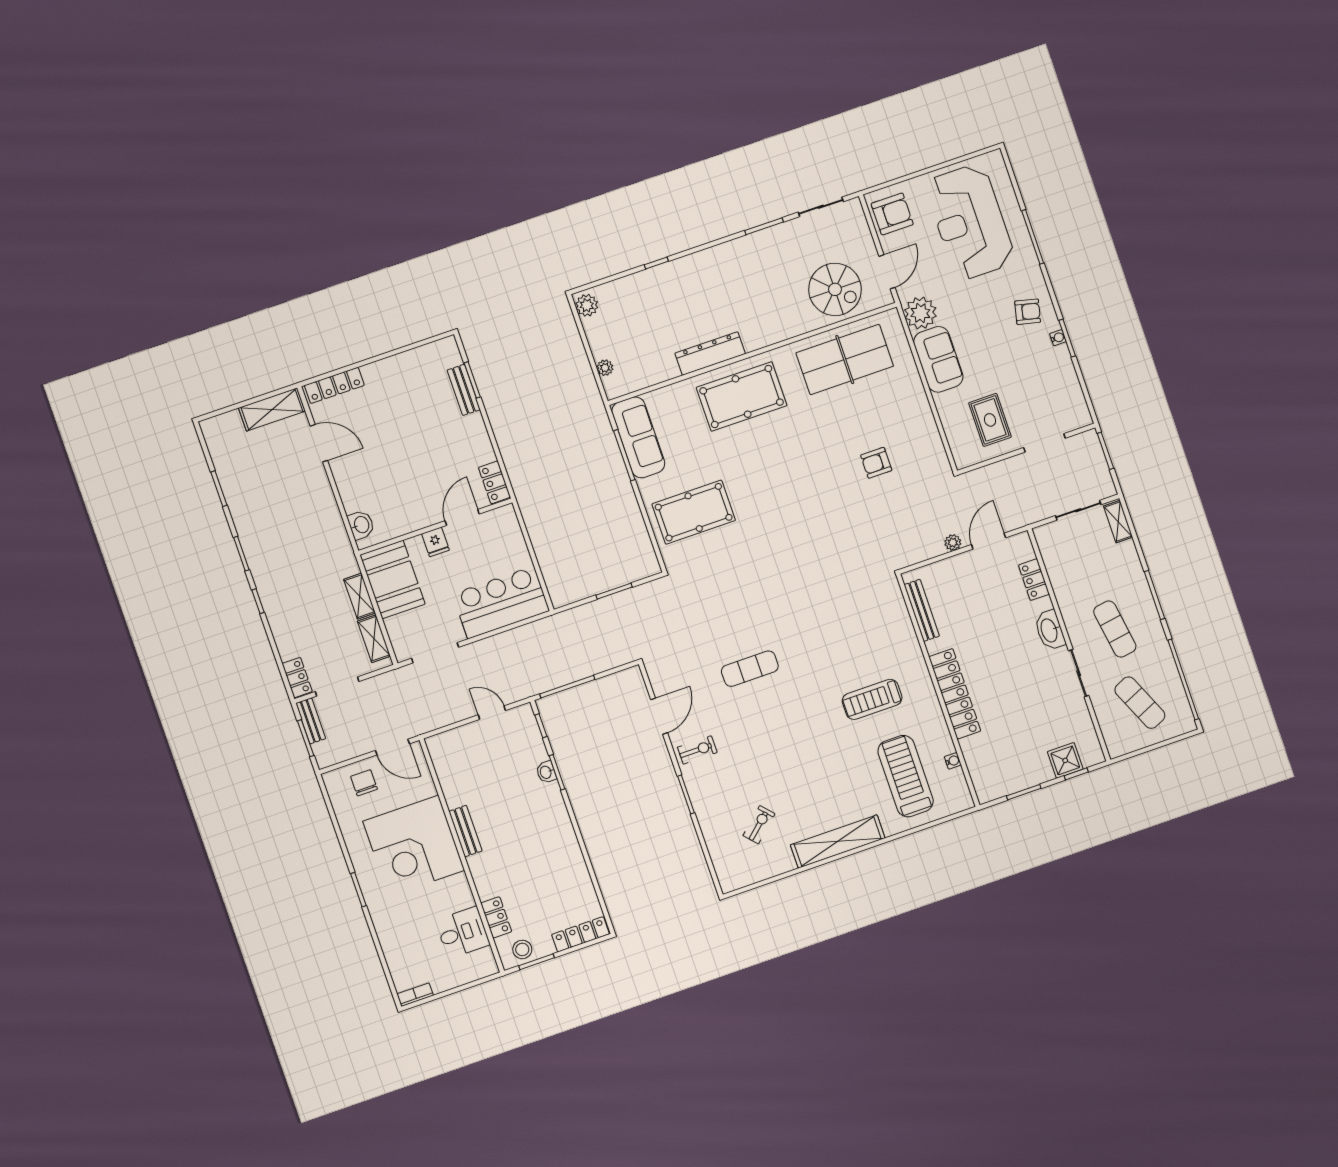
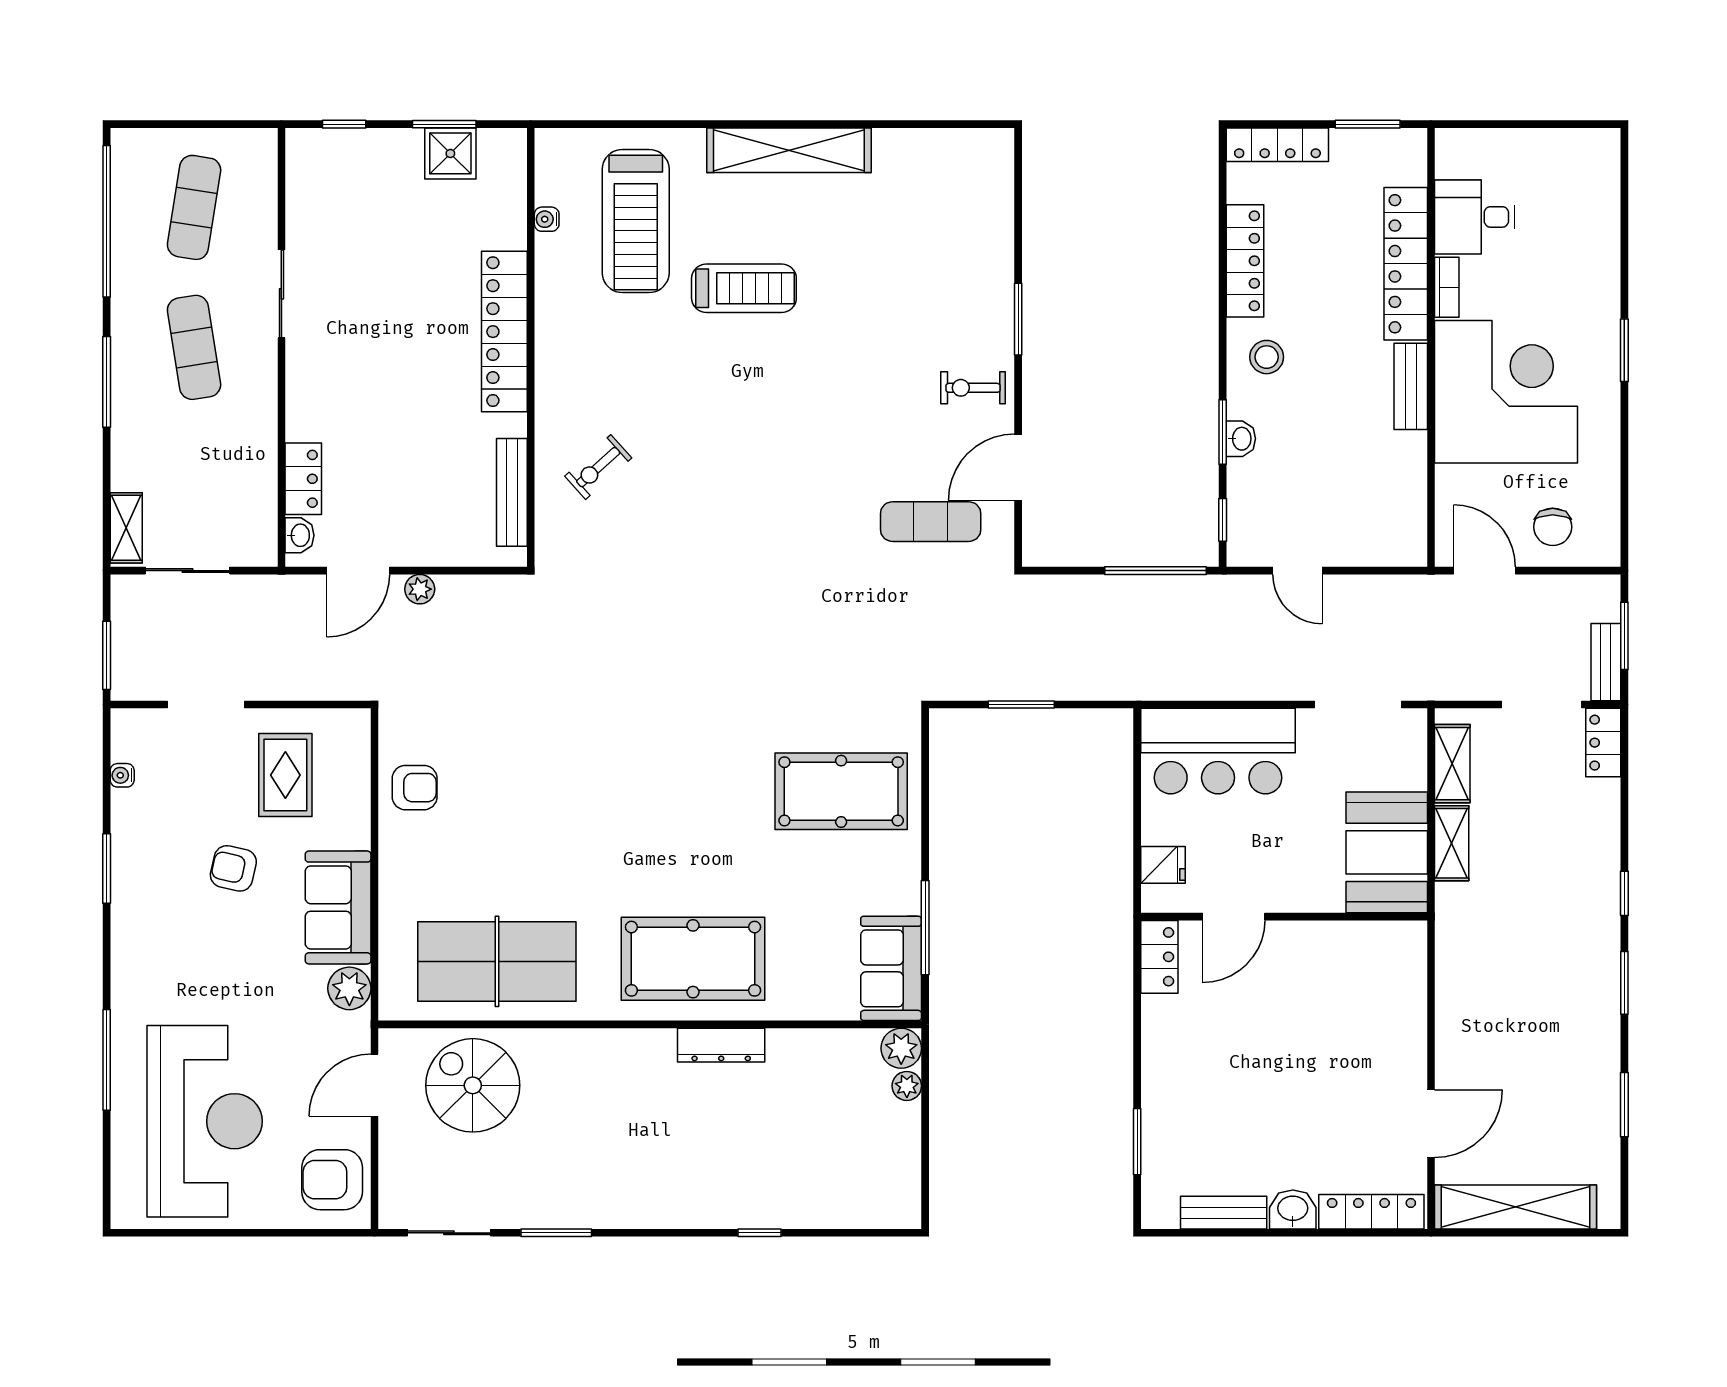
plant: (587, 305) -> (901, 1048), moved
armchair: (1028, 312) -> (233, 868), moved
plant: (920, 313) -> (349, 988), width x0.73, depth x0.73
water cooler: (1058, 338) -> (122, 775), moved
dresser: (710, 354) -> (721, 1045), width x0.73, depth x0.80
bench: (464, 390) -> (1224, 1213), moved, turned 90
shelving: (272, 409) -> (1516, 1207), width x1.47
sofa: (638, 437) -> (891, 968), width x0.73
door: (319, 443) -> (1431, 1124), swing flipped
armchair: (876, 463) -> (415, 788), moved
washbasin: (361, 525) -> (1293, 1209), moved, turned 90
fridge: (436, 542) -> (1163, 865), moved, turned 90
washbasin: (1050, 630) -> (300, 535), moved, width x0.52, depth x0.69
exercise mat: (750, 669) -> (931, 522), moved
treadmill: (872, 699) -> (744, 288), moved
exercise mat: (1140, 703) -> (194, 207), turned 33
shower: (1065, 760) -> (450, 153), moved
exercise bike: (759, 825) -> (598, 467), moved
locker: (576, 867) -> (1245, 261), added
locker: (496, 917) -> (1406, 264), width x2.16, depth x1.21
stool: (522, 949) -> (1267, 357), moved
bookcase: (415, 995) -> (1447, 287), moved, turned -90

